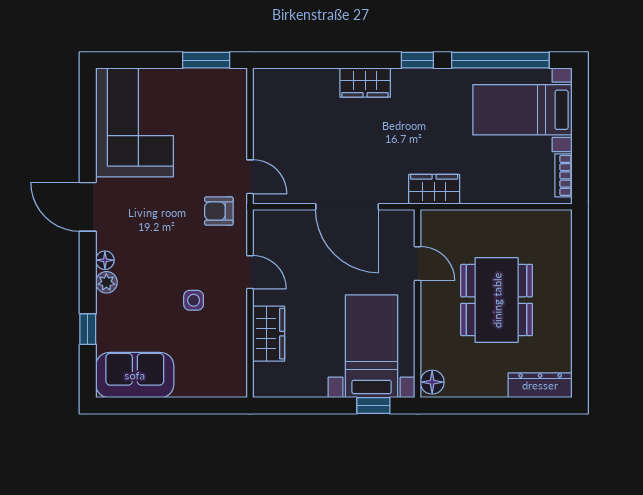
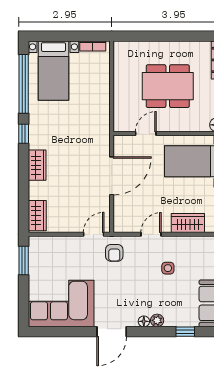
wardrobe: (434, 189) -> (37, 216), moved, turned 180

